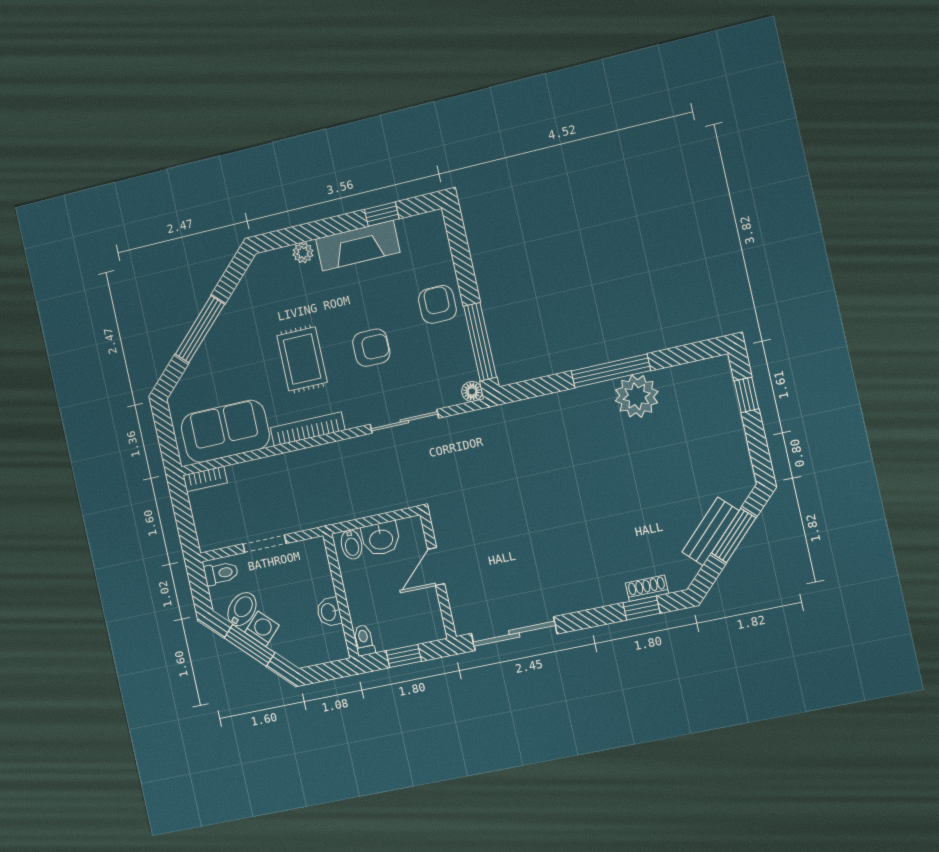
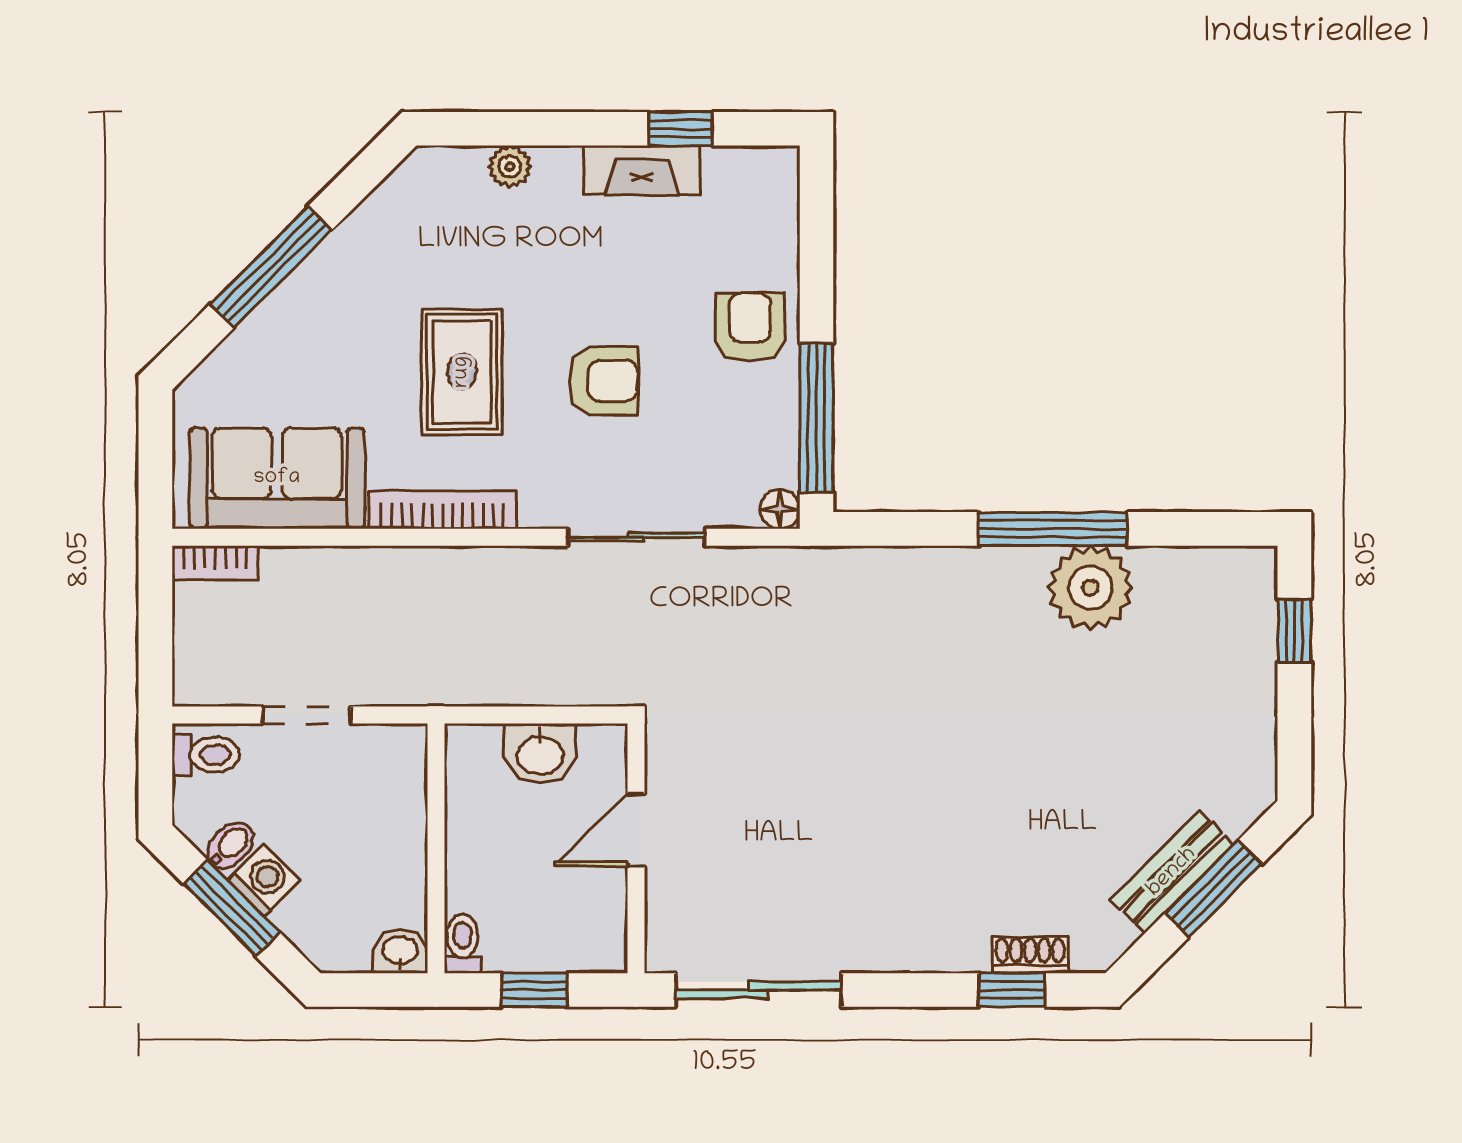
fireplace: (358, 246) -> (642, 170), width x0.73, depth x0.76
bidet: (352, 544) -> (480, 753), removed
bidet: (242, 609) -> (230, 845), width x0.72, depth x0.74
washbasin: (329, 612) -> (400, 951), moved, turned 90

